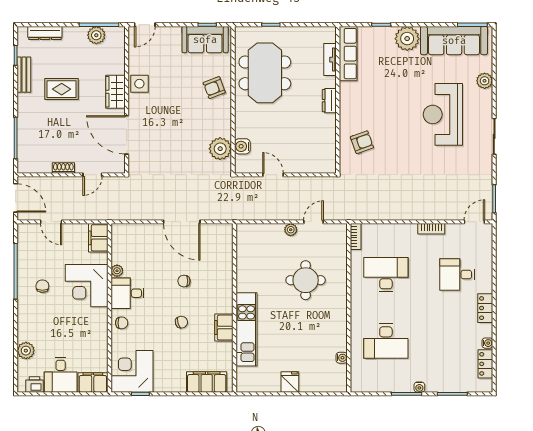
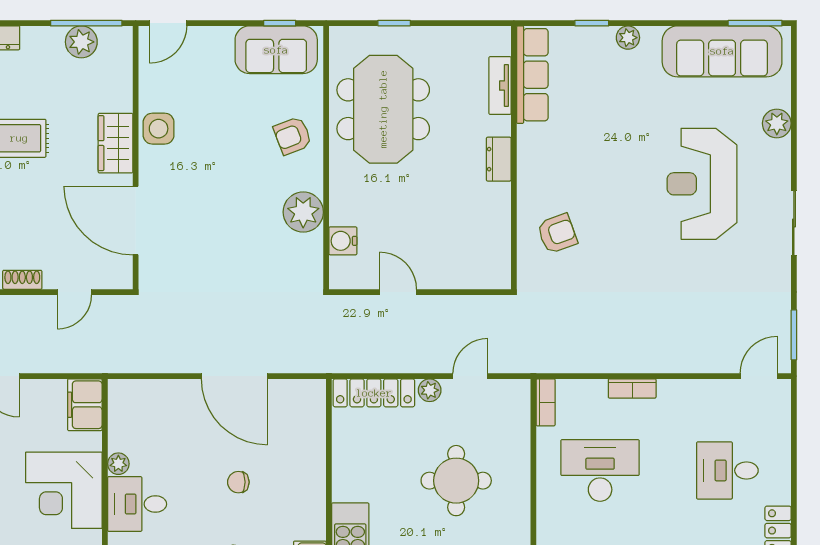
plant: (407, 39) -> (628, 38), width x0.53, depth x0.53
plant: (220, 149) -> (303, 212), moved
bookcase: (431, 229) -> (632, 388), moved
locker: (260, 231) -> (374, 393), added

